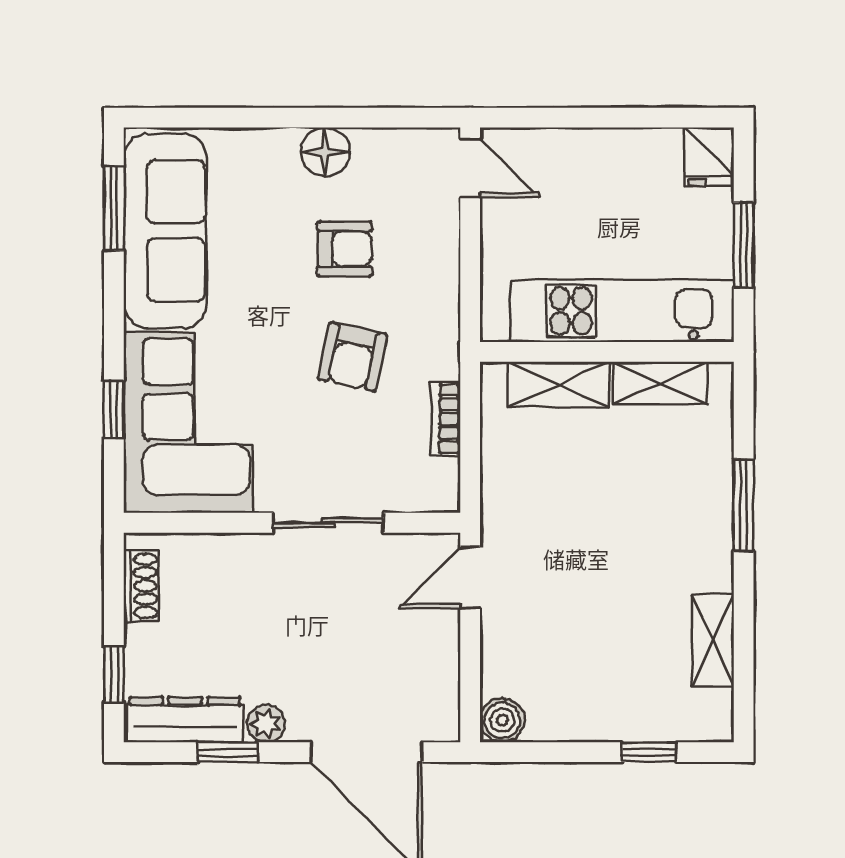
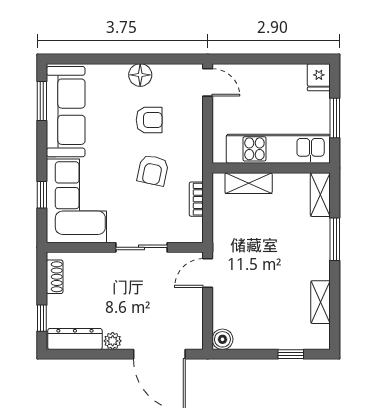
shelving: (660, 383) -> (320, 195), moved, turned 90
window: (228, 752) -> (95, 354), removed

